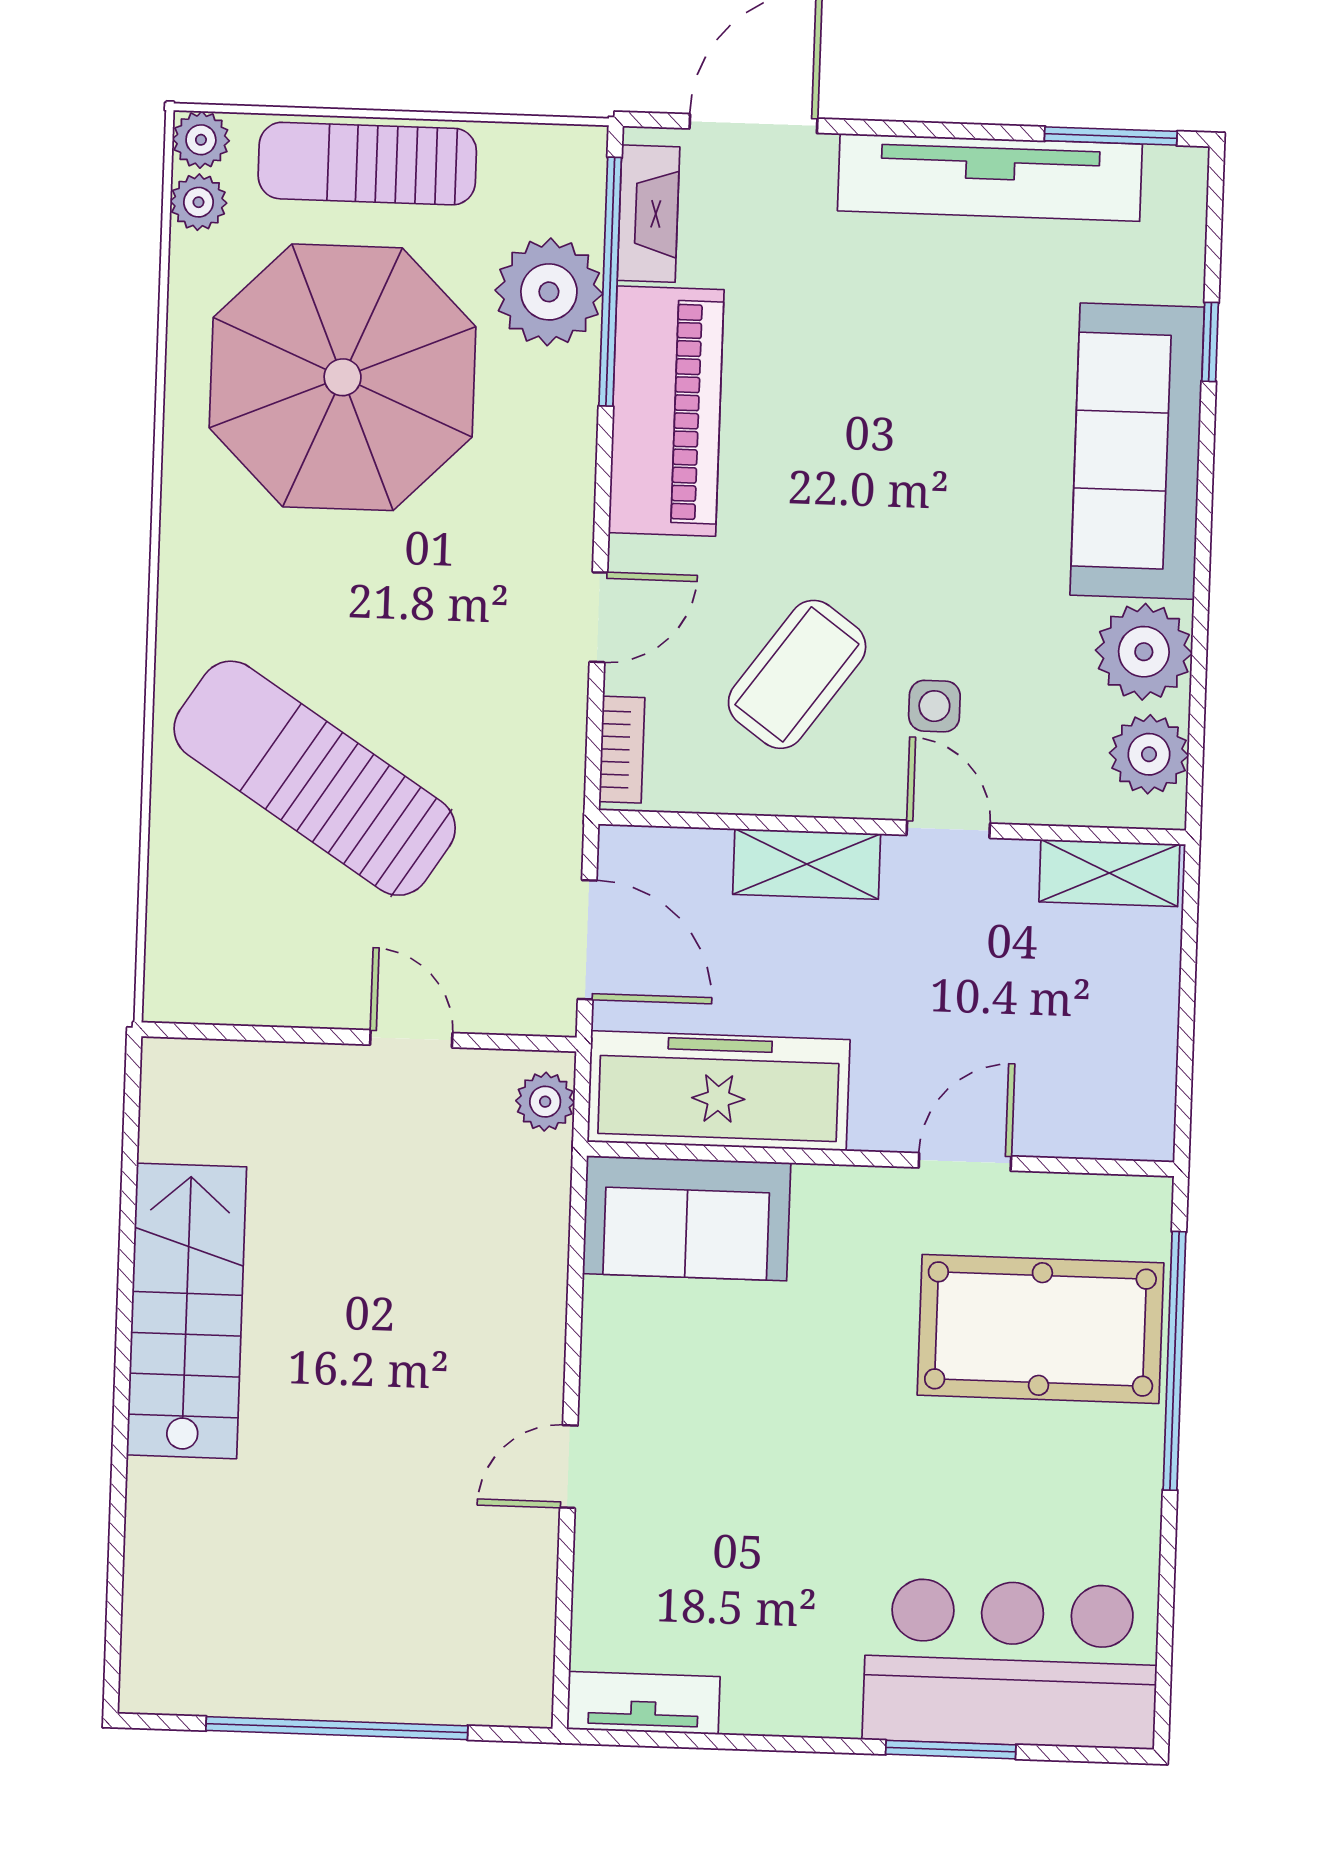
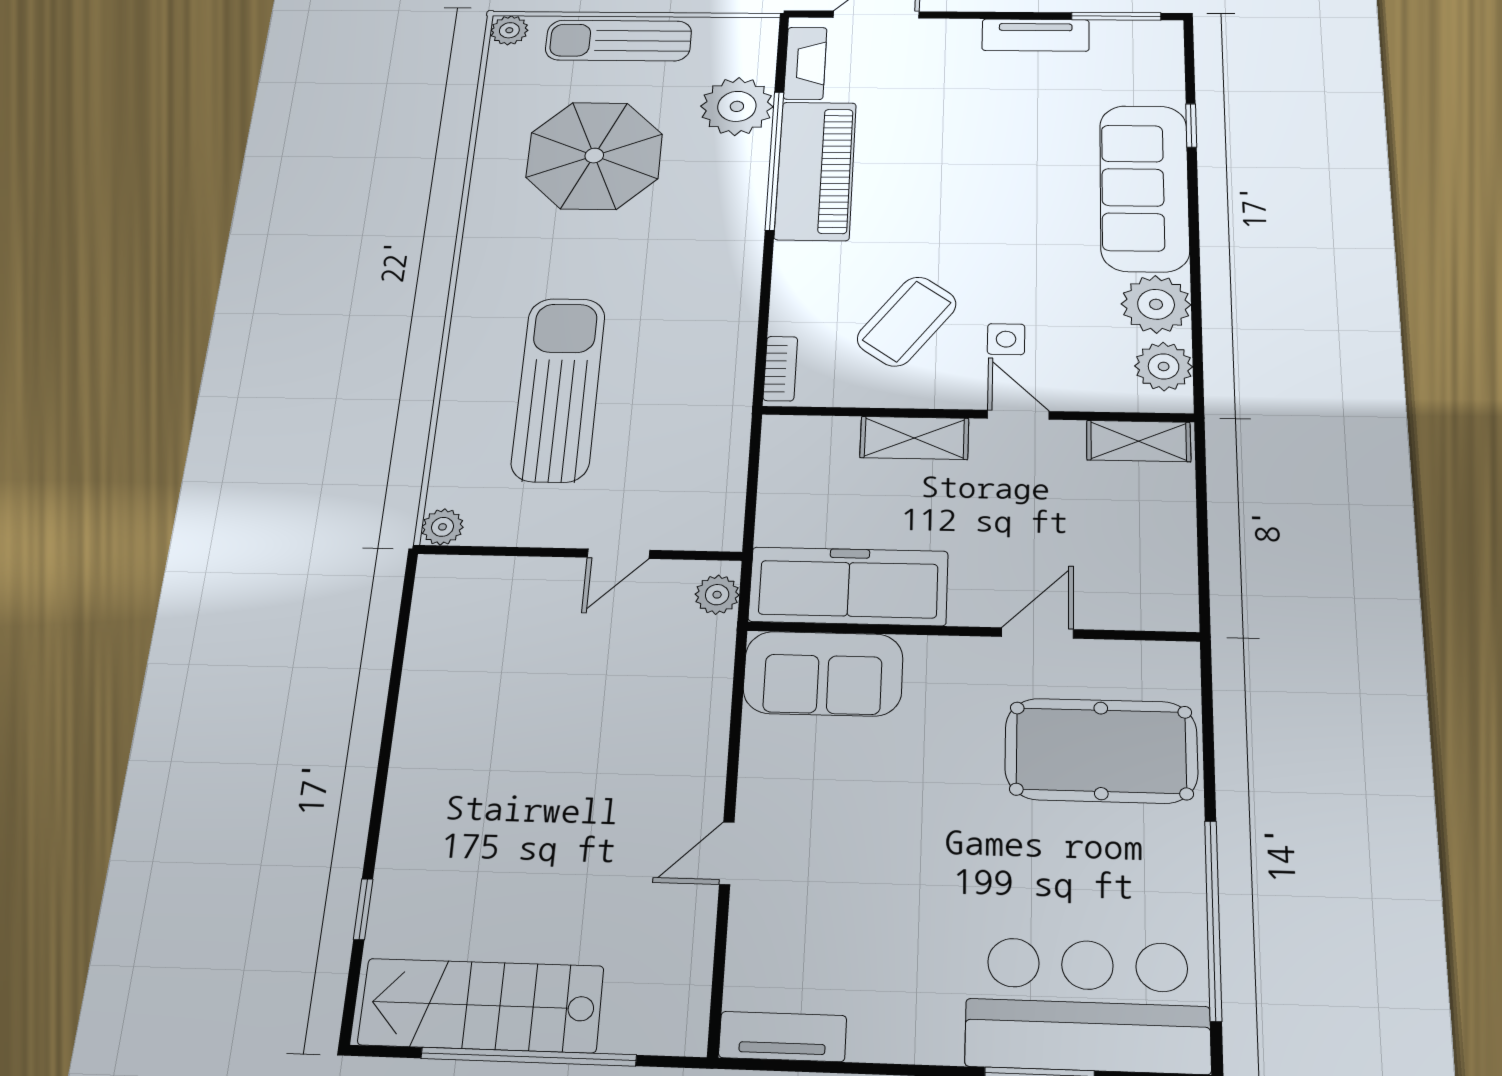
tv unit: (990, 177) -> (1036, 35), width x0.52, depth x0.78
plant: (198, 202) -> (442, 527), moved
window: (610, 282) -> (774, 160), moved
parasol: (343, 377) -> (594, 156), width x0.73, depth x0.73
door: (598, 617) -> (766, 289), removed
sun lounger: (315, 778) -> (558, 389), turned 57
door: (587, 940) -> (752, 488), removed
door: (411, 1039) -> (619, 554), swing flipped
stairs: (187, 1311) -> (481, 1005), moved, turned -90
window: (1175, 1361) -> (1213, 919), moved
window: (117, 1540) -> (363, 909), added

